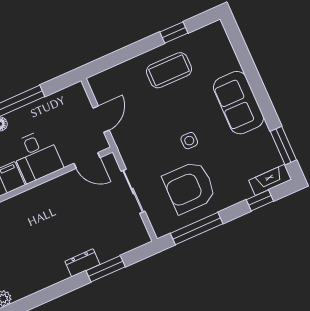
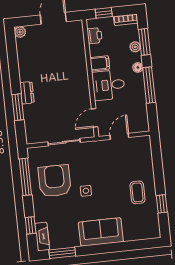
coffee table: (169, 70) -> (137, 192), width x0.73, depth x0.77
door: (101, 119) -> (119, 136), swing flipped

